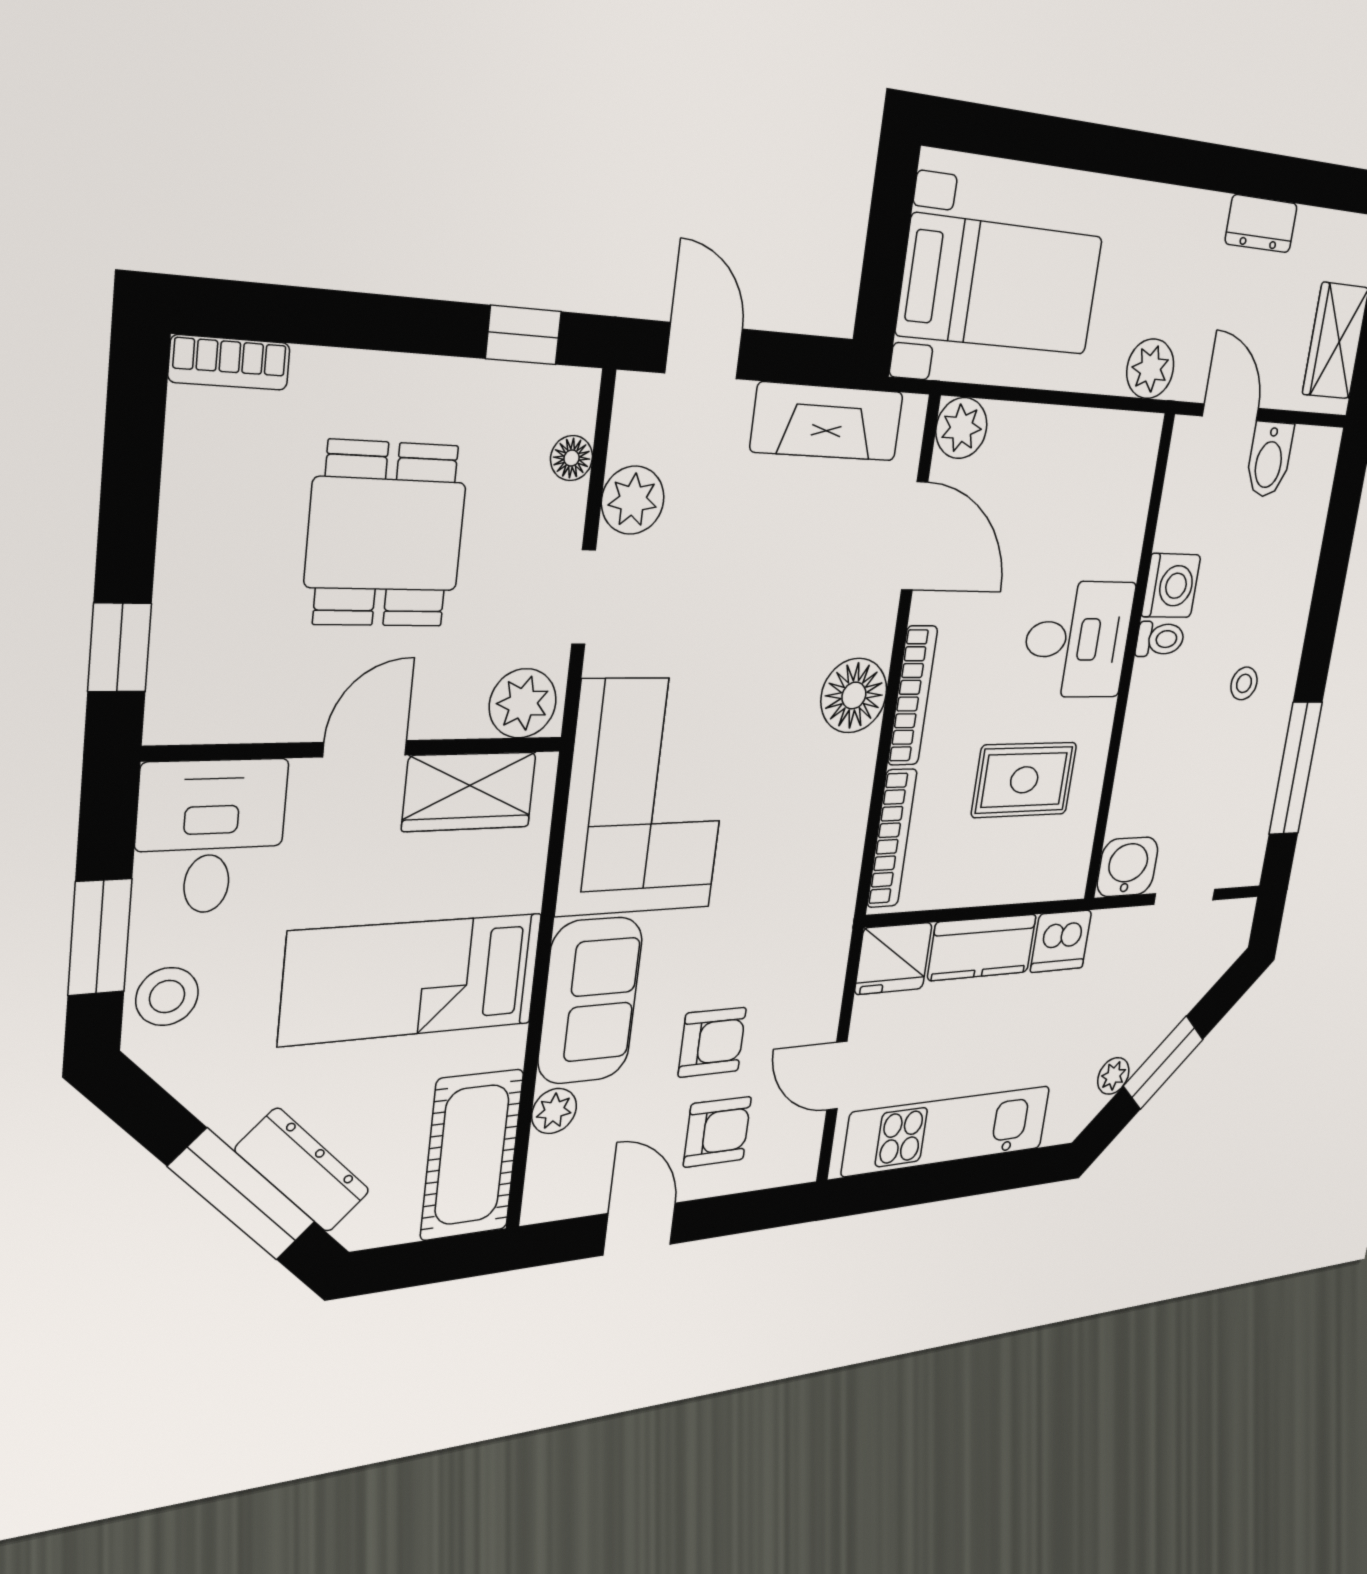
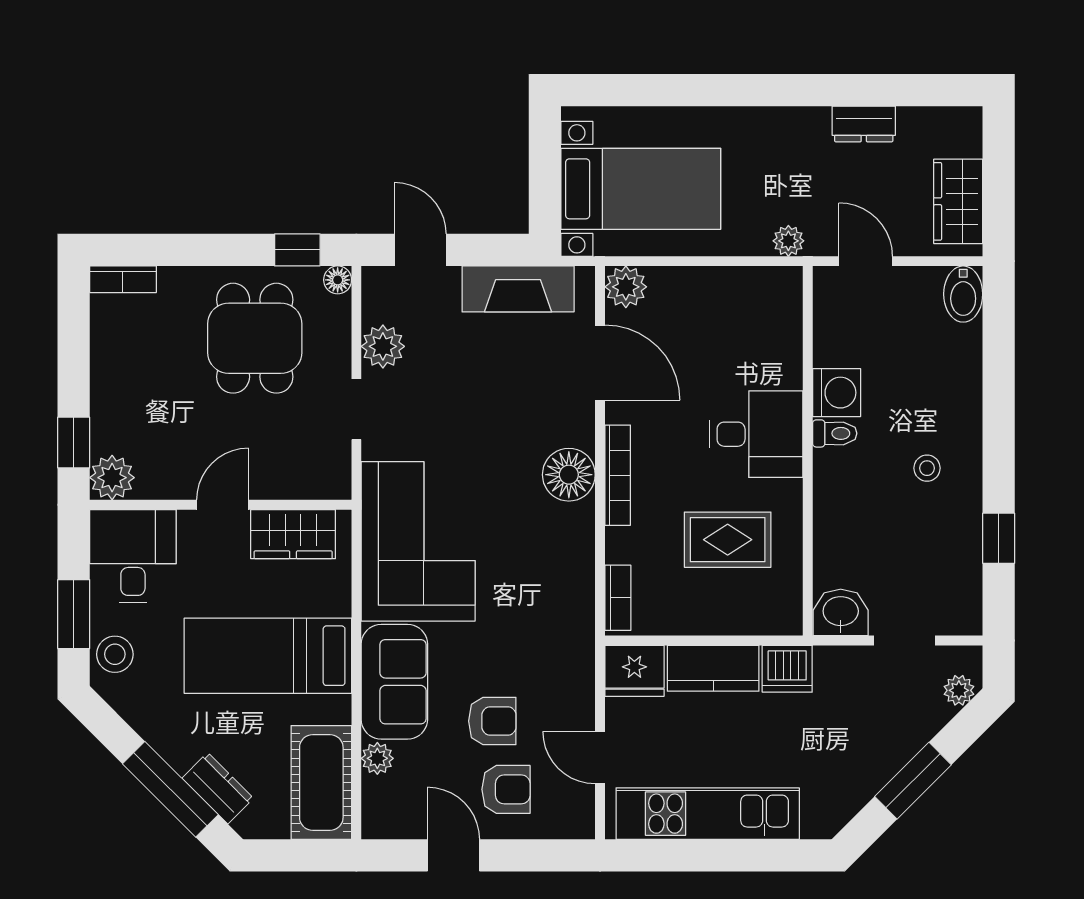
plant: (1150, 369) -> (788, 241), width x0.73, depth x0.73
floor lamp: (572, 458) -> (338, 280), moved
bidet: (1269, 459) -> (963, 294), moved
dining table: (386, 535) -> (255, 338), moved
plant: (523, 703) -> (112, 478), moved
window: (1296, 768) -> (999, 538), width x0.46
bookcase: (892, 838) -> (618, 598), width x0.64
plant: (1113, 1076) -> (959, 690), moved
dresser: (303, 1170) -> (218, 788), width x0.70

